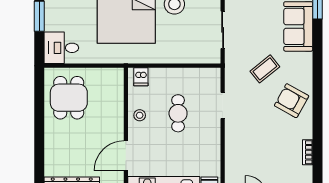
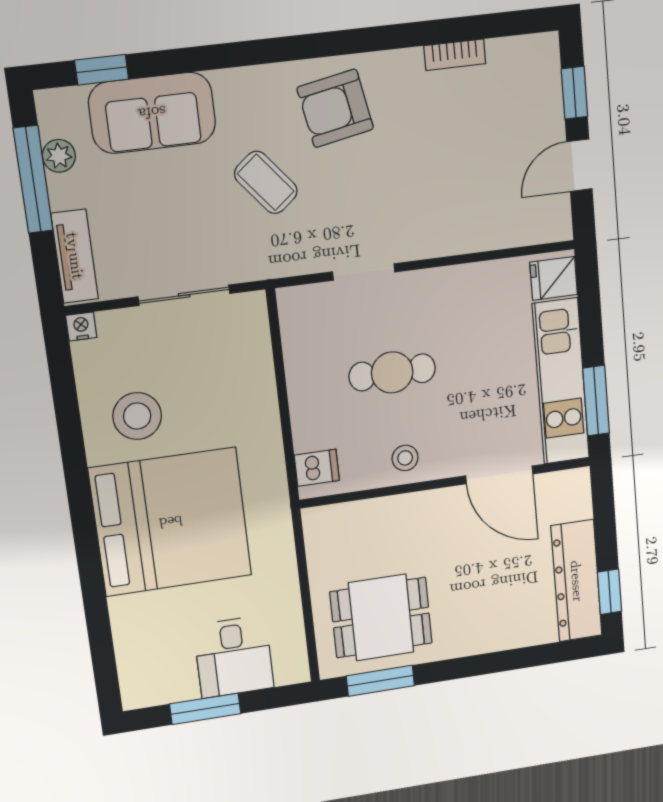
desk: (61, 48) -> (234, 657), moved
window: (39, 94) -> (380, 681), added
armchair: (292, 101) -> (335, 108), turned 50

